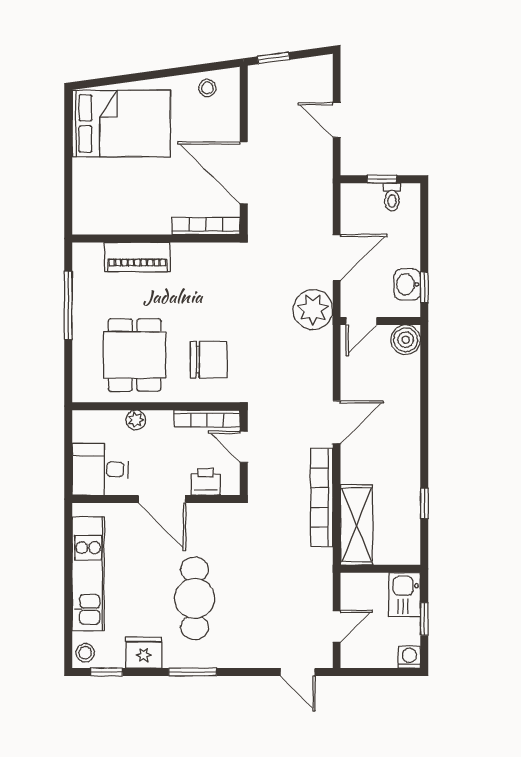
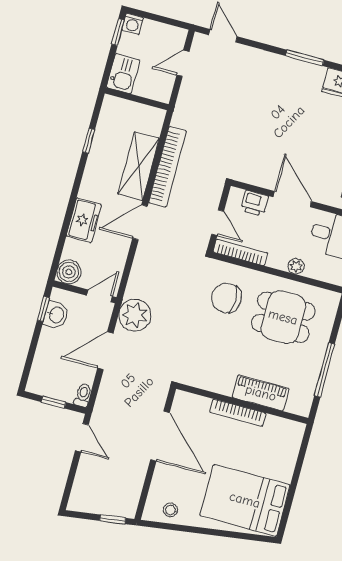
door: (337, 120) -> (82, 438), moved
toilet: (392, 197) -> (83, 395), moved
bookcase: (206, 226) -> (238, 413), moved
dining table: (135, 355) -> (283, 317), turned 90
freezer: (404, 406) -> (84, 220), added
shelving: (357, 525) -> (139, 166), moved
cafe table: (194, 598) -> (288, 115), removed
window: (424, 619) -> (118, 32), moved

